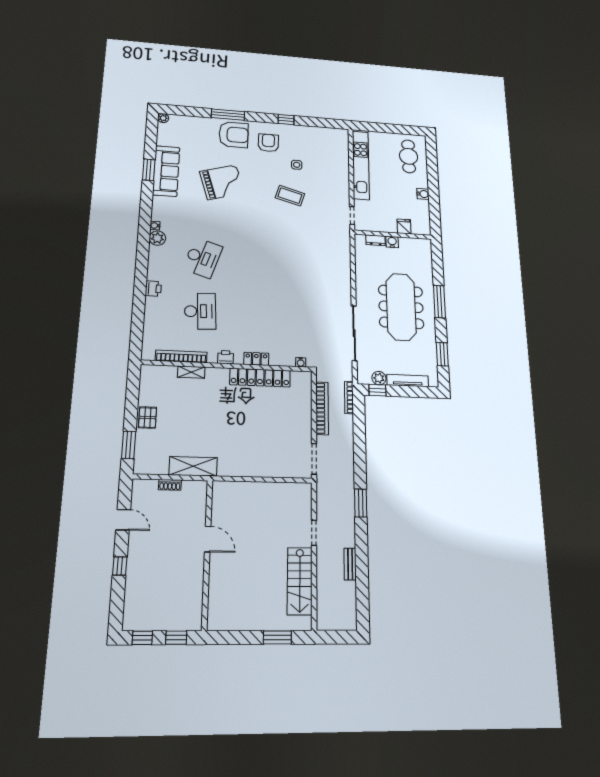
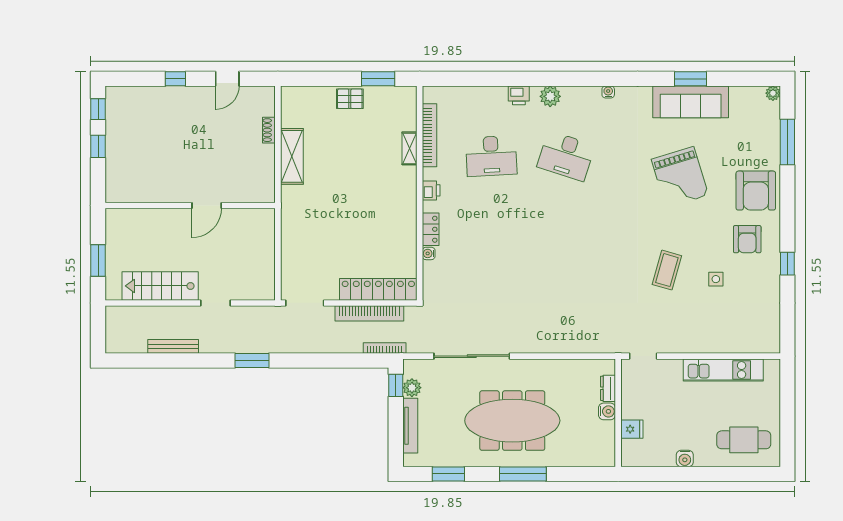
window: (228, 115) -> (787, 142), moved
armchair: (268, 143) -> (747, 239), turned 90
kitchen unit: (361, 165) -> (723, 370), width x0.73
plant: (157, 238) -> (550, 96), moved
water cooler: (301, 362) -> (429, 253), moved
locker: (260, 378) -> (378, 289), moved, turned 90
window: (129, 445) -> (378, 79), moved
door: (208, 539) -> (207, 206), moved
wall: (207, 554) -> (190, 206), moved
bench: (350, 564) -> (173, 346), width x1.36

